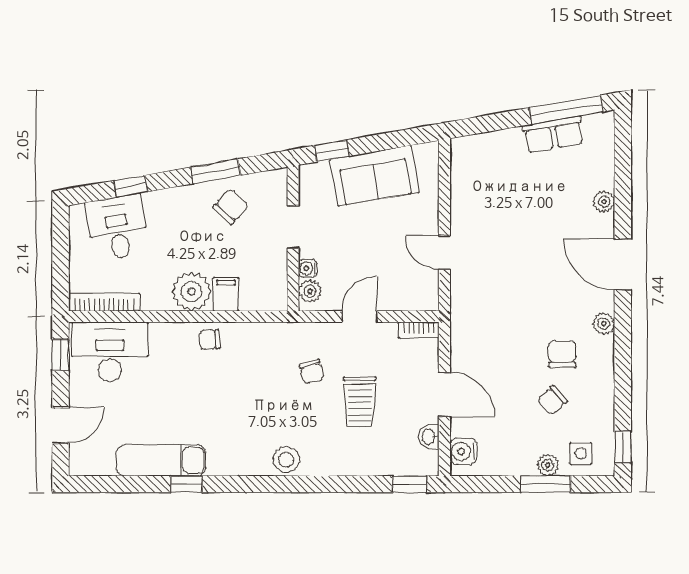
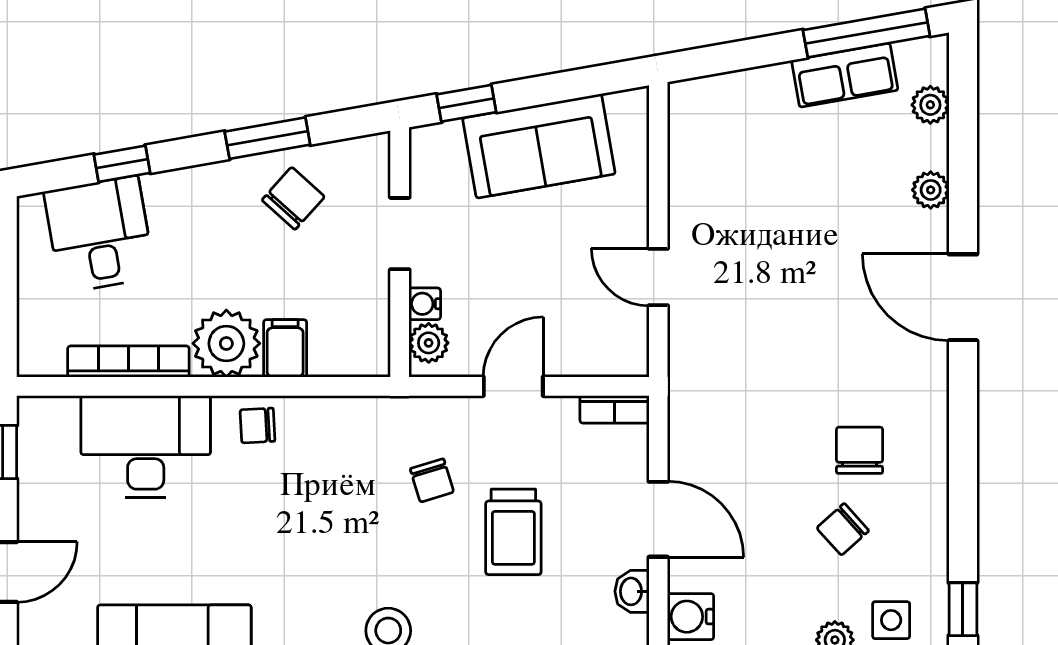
bookcase: (104, 302) -> (128, 362), moved
plant: (604, 324) -> (930, 105), moved
desk: (110, 352) -> (146, 446), moved

